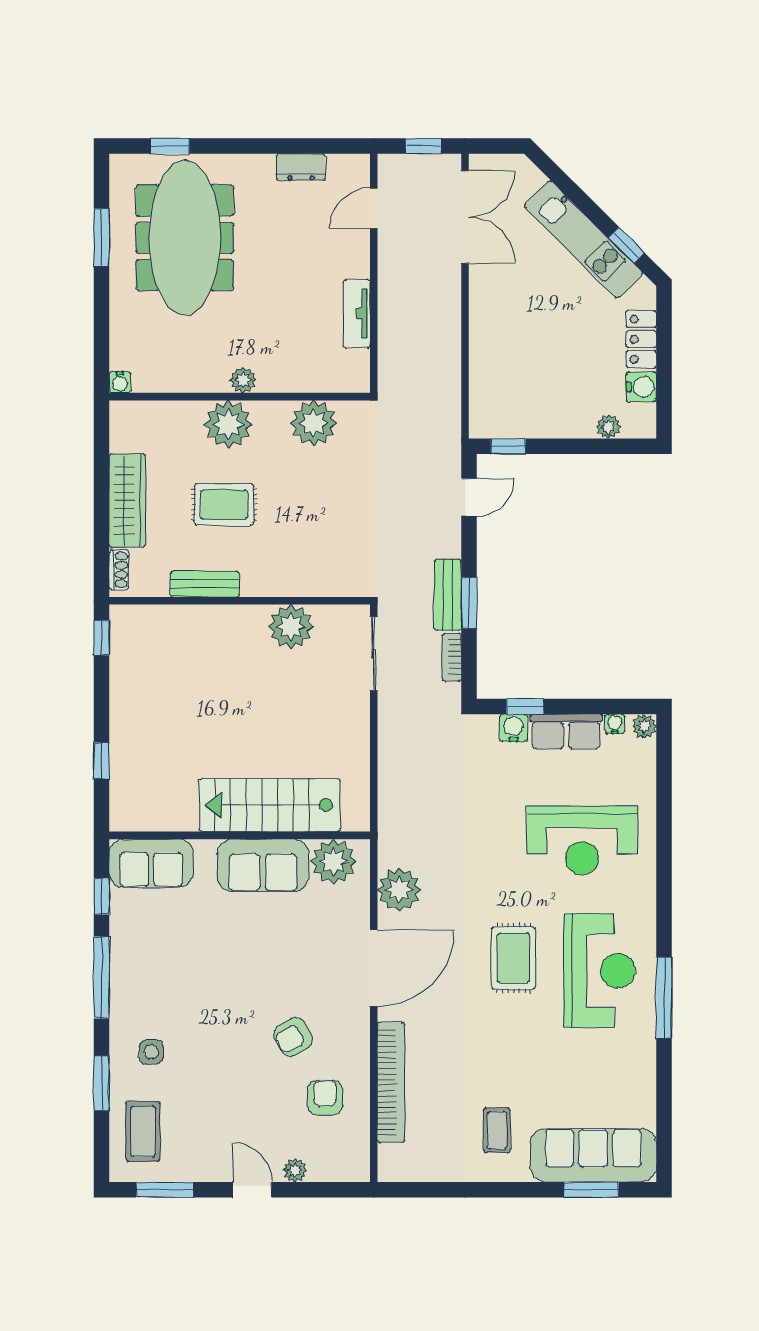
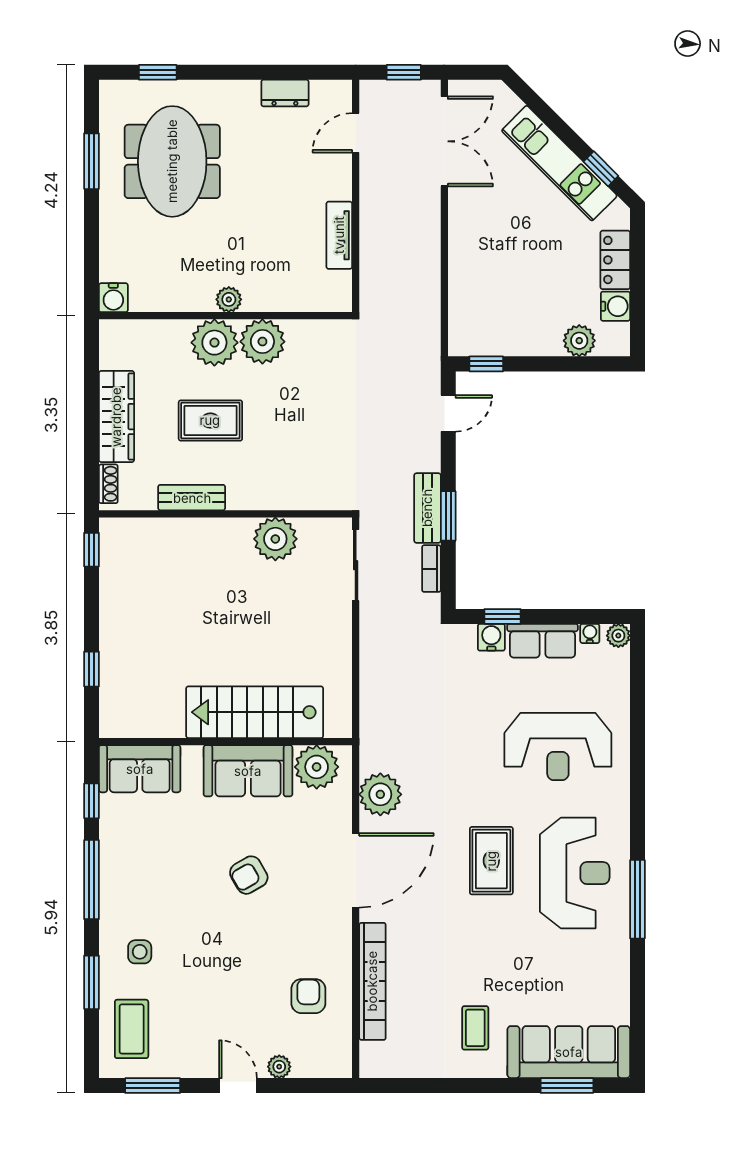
meeting table: (185, 238) -> (172, 161), width x0.73
water cooler: (120, 382) -> (113, 298), width x1.38, depth x1.38
plant: (314, 423) -> (262, 342), moved
plant: (608, 427) -> (579, 341), width x1.38, depth x1.38
armchair: (293, 1037) -> (249, 875), moved

